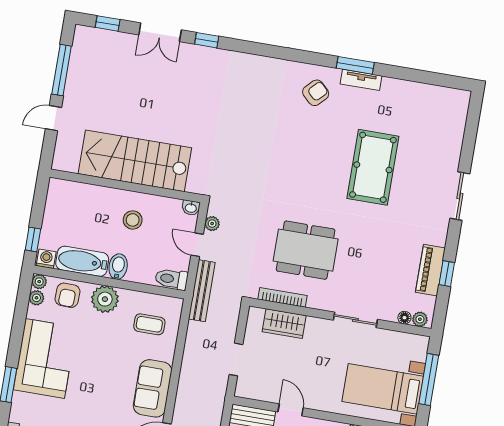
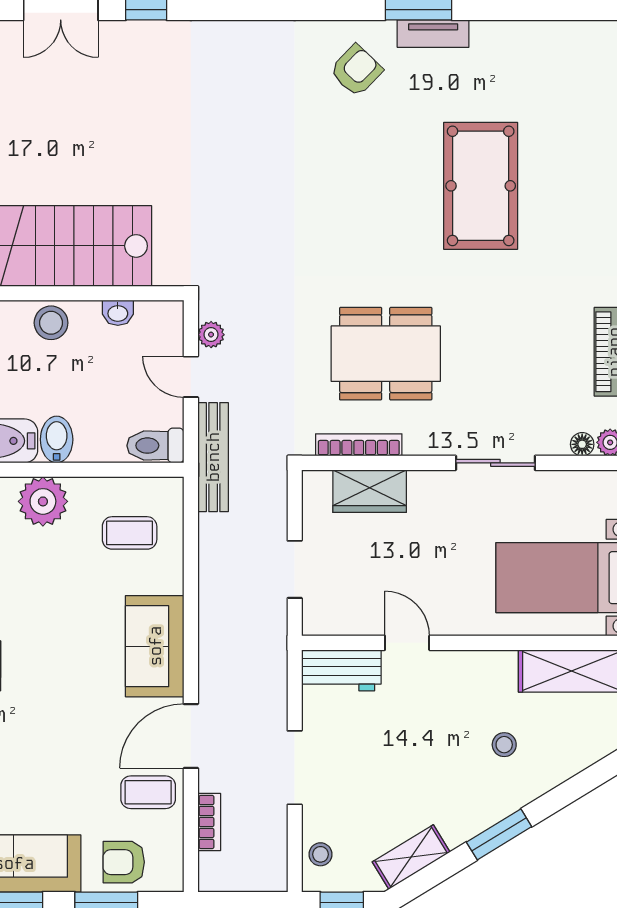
washbasin: (191, 208) -> (118, 313), moved
stool: (133, 220) -> (51, 323), moved

